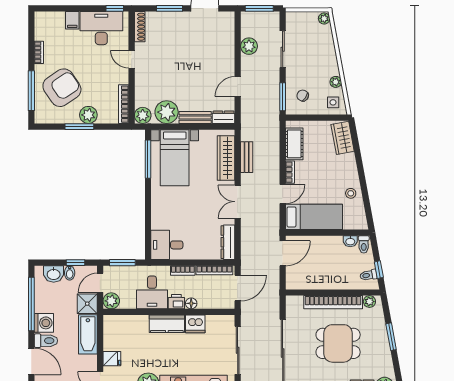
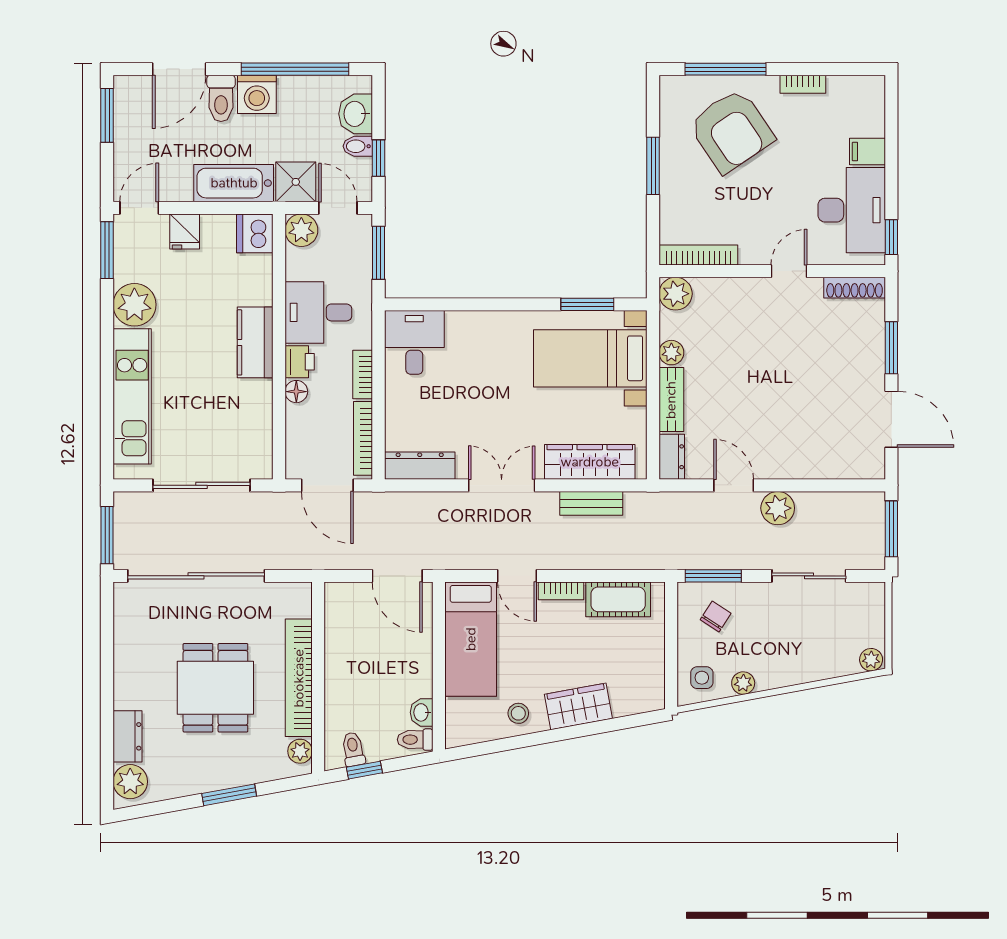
plant: (249, 46) -> (778, 508), moved
plant: (167, 112) -> (671, 353), width x0.53, depth x0.53
plant: (88, 115) -> (677, 184), removed
wardrobe: (343, 138) -> (578, 706), moved
window: (148, 159) -> (587, 304), width x0.69
dishwasher: (195, 324) -> (255, 233), moved

